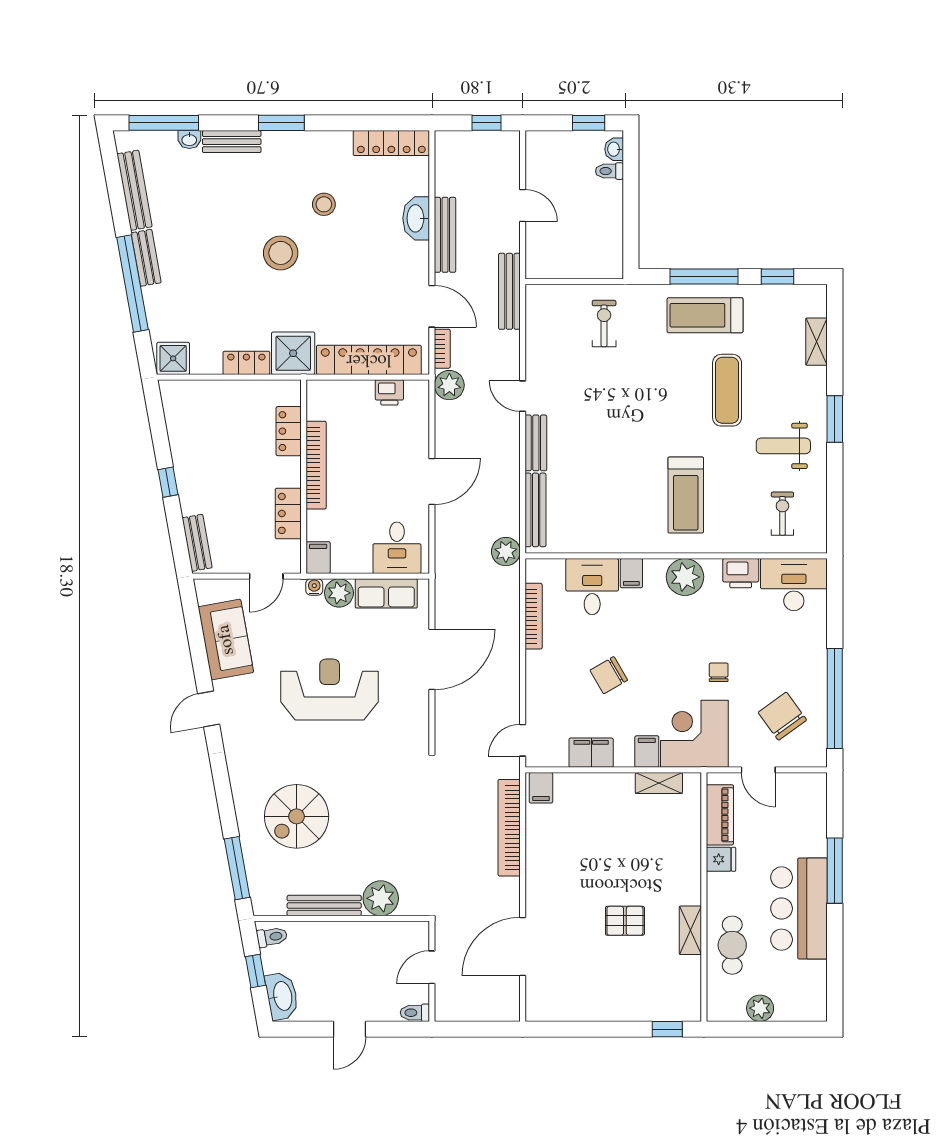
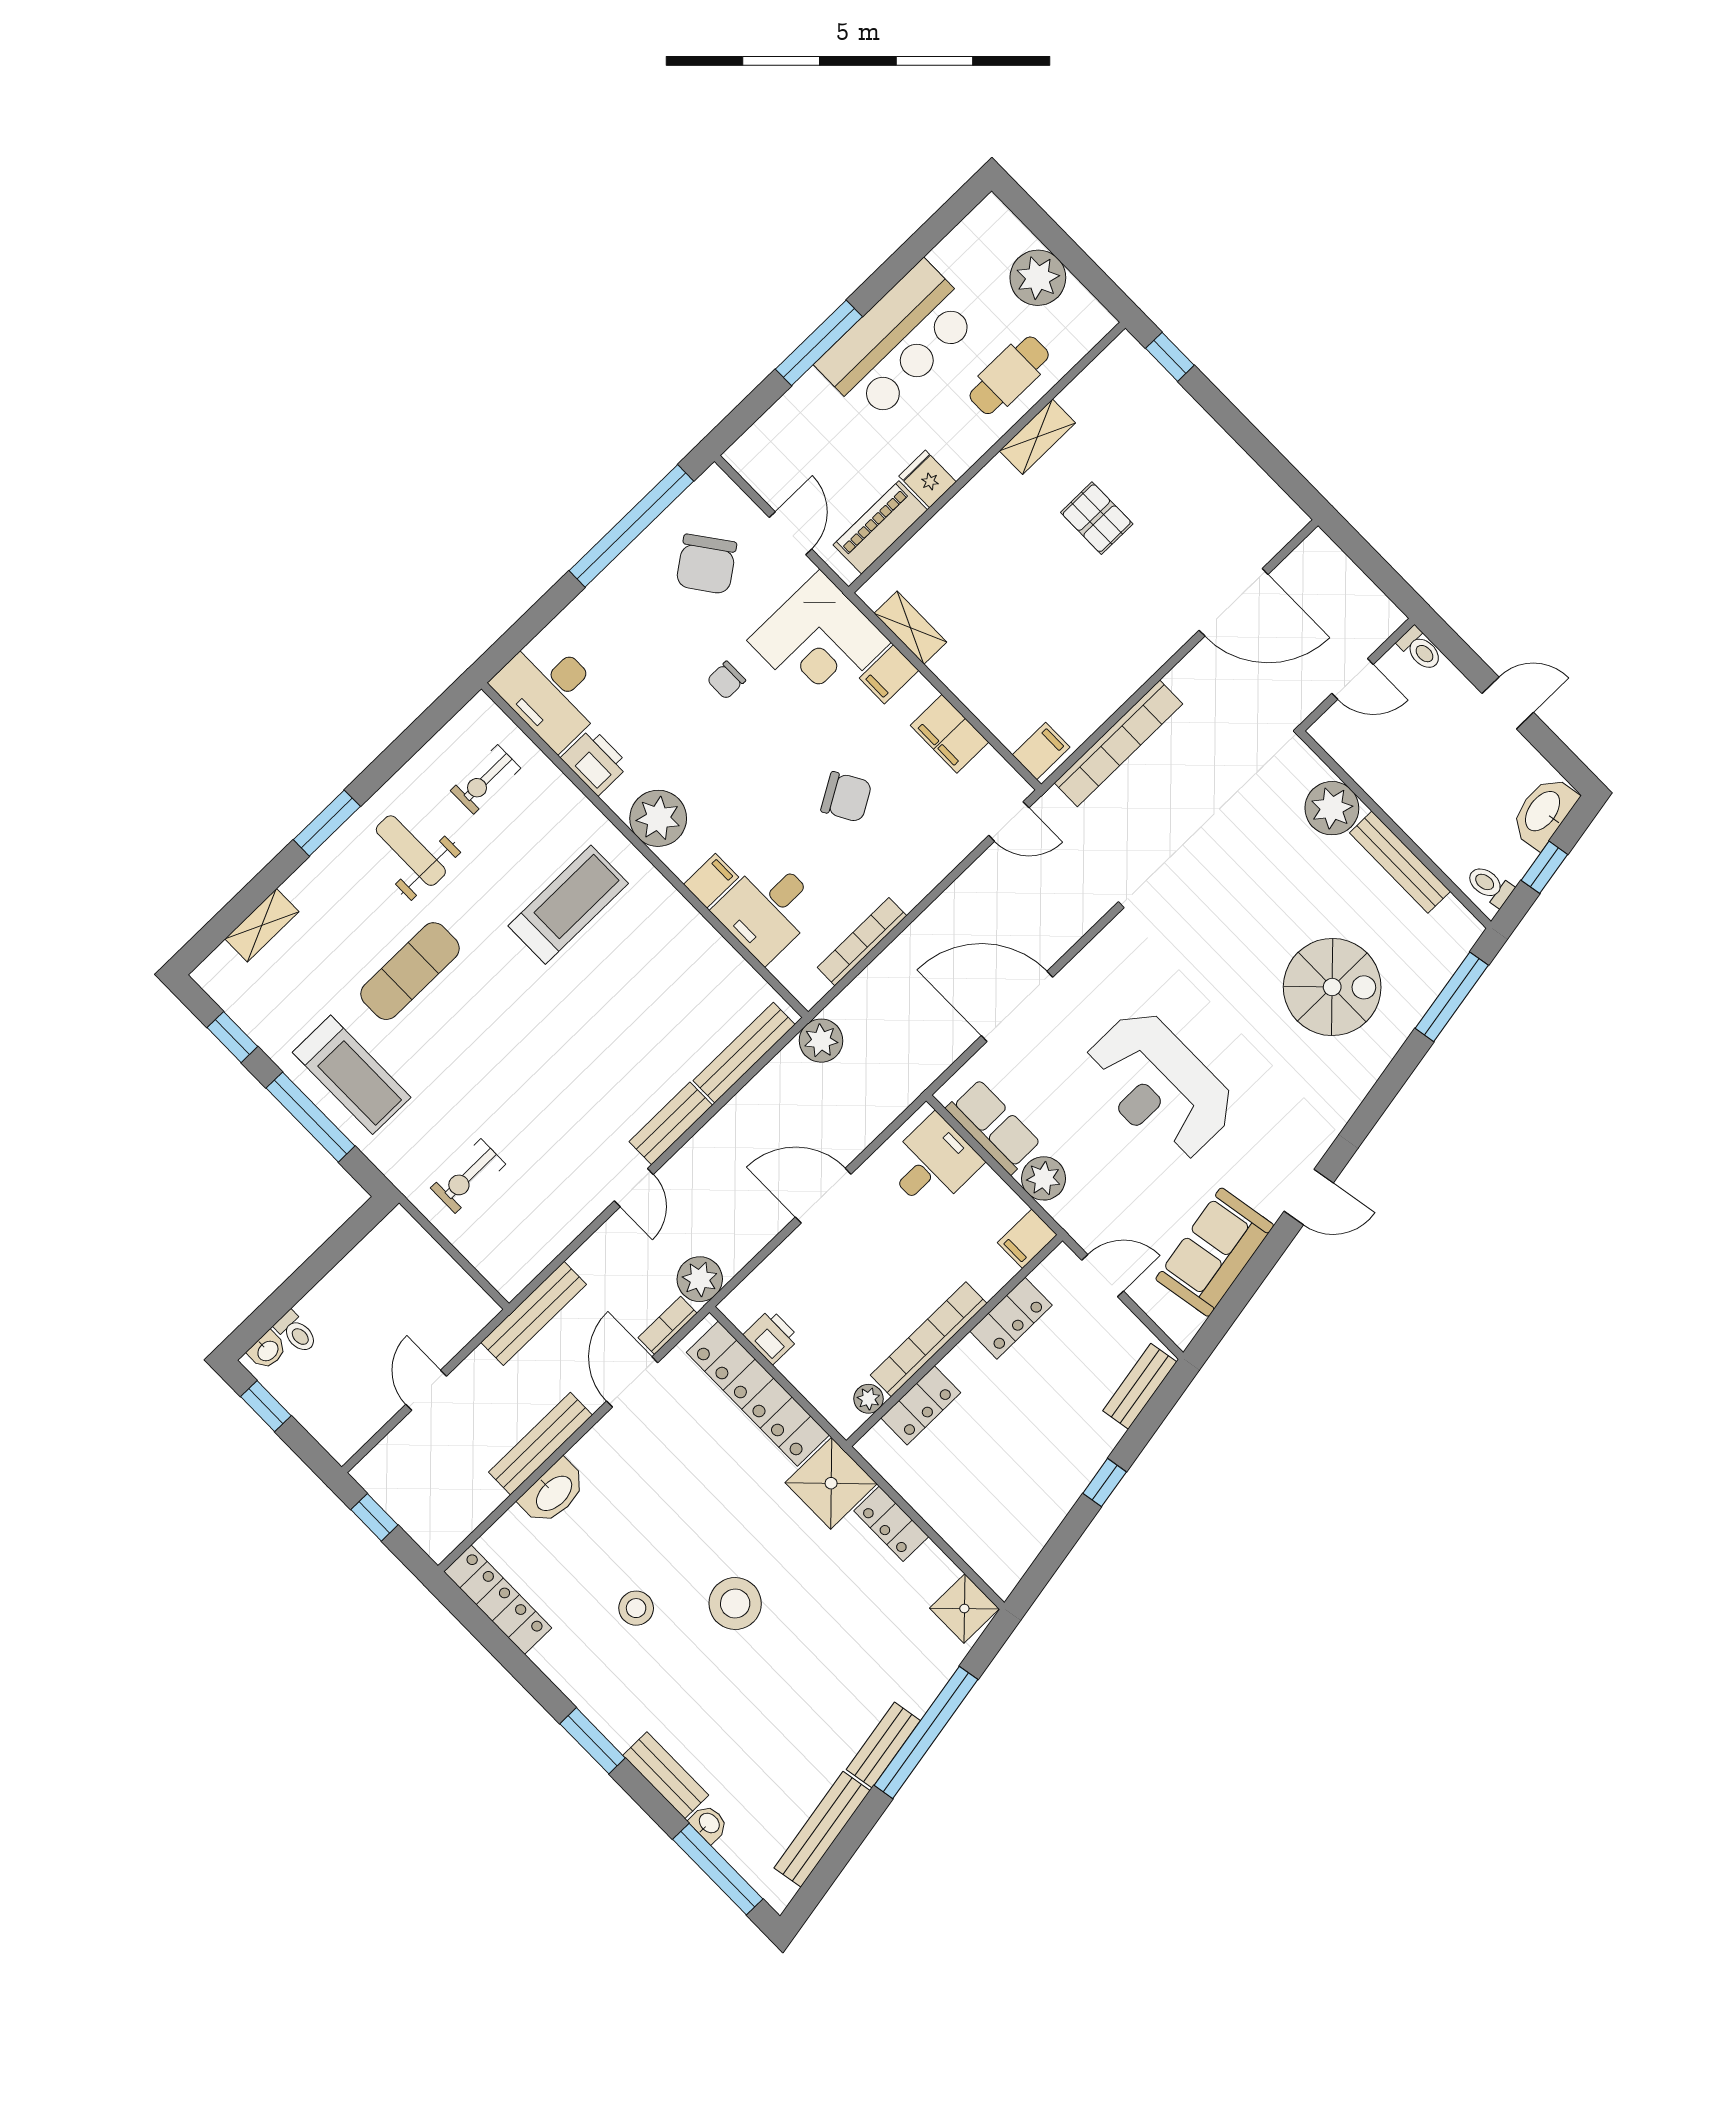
plant: (316, 410) -> (868, 1399), added
weight bench: (783, 446) -> (411, 851), turned 180
water cooler: (314, 587) -> (1063, 1212), removed
plant: (760, 1008) -> (1038, 278), width x1.36, depth x1.36

